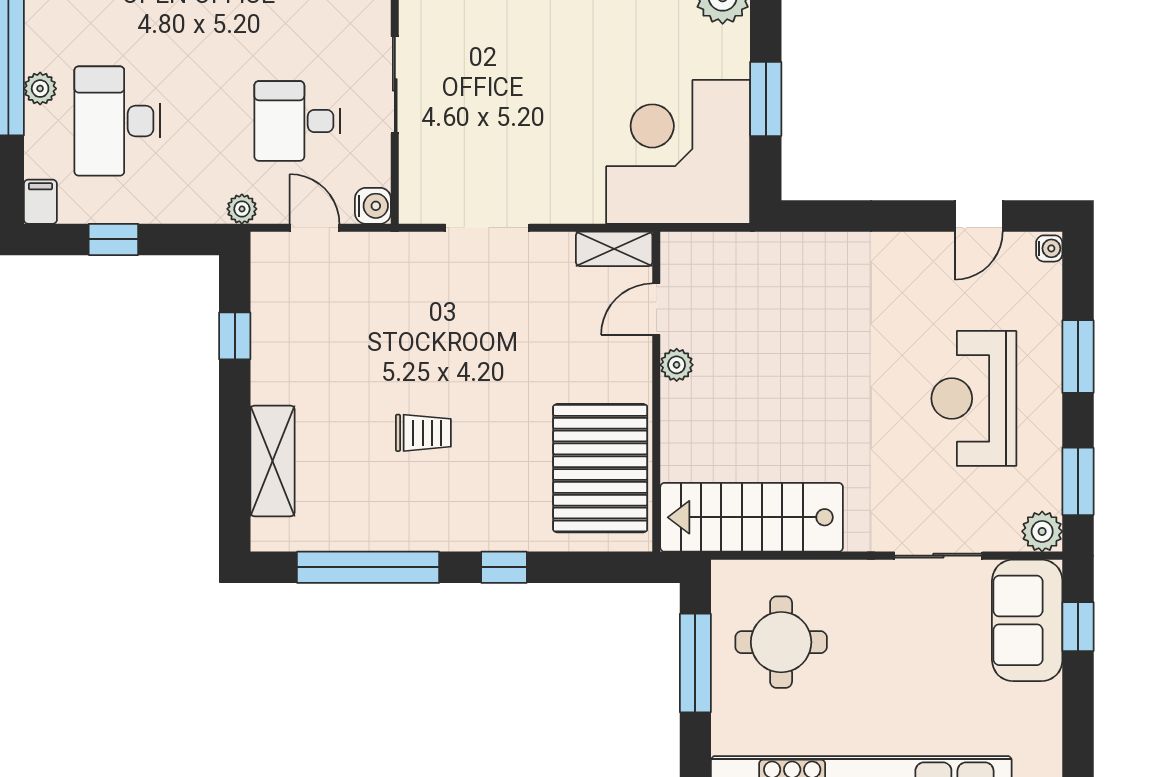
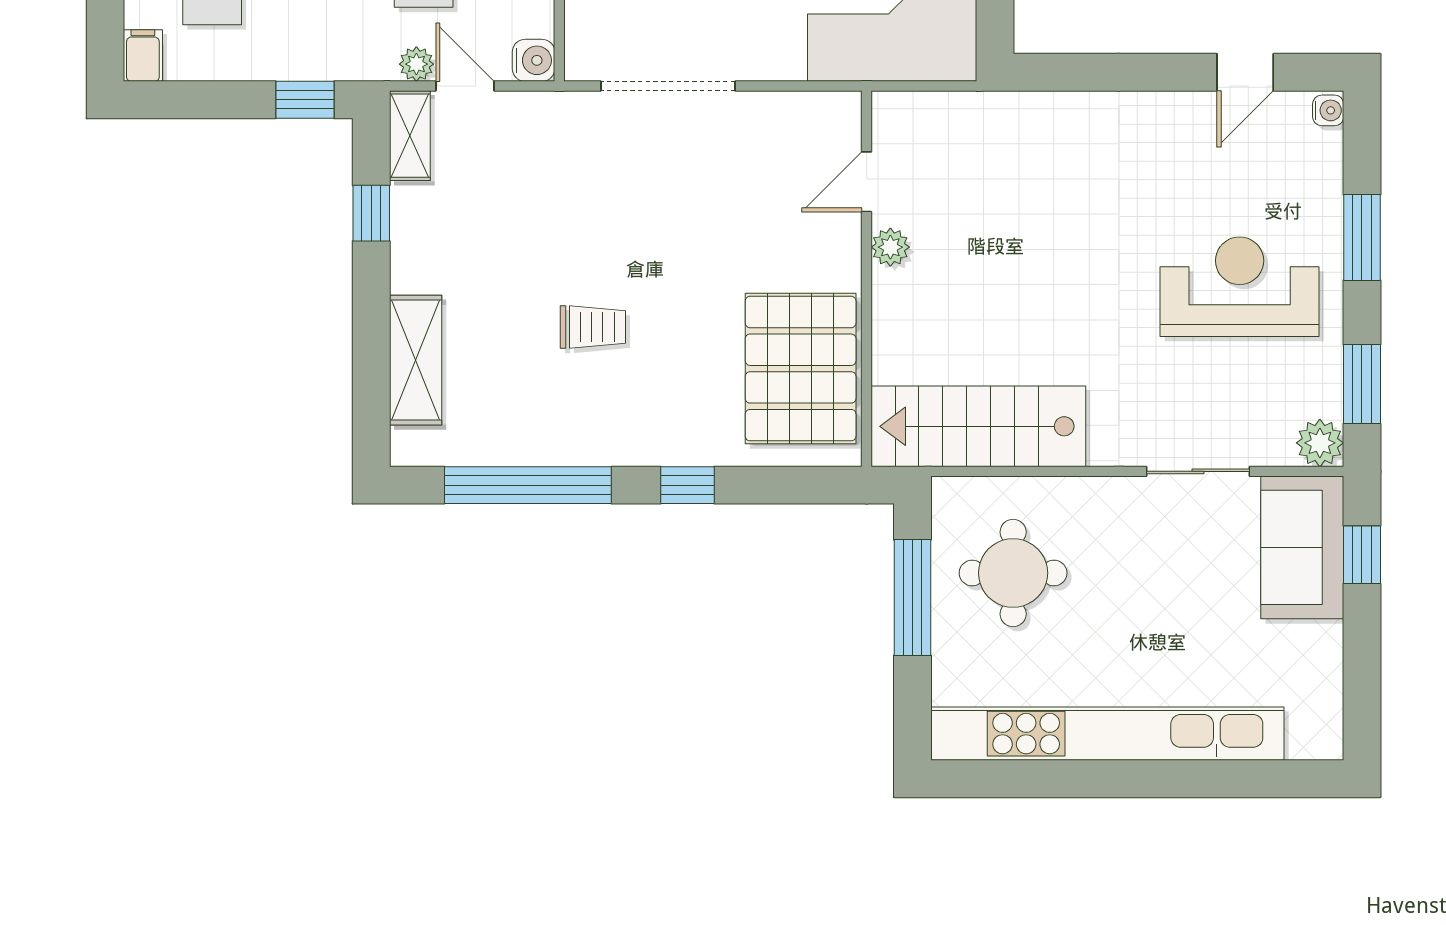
plant: (242, 209) -> (416, 64), moved
doorway: (487, 228) -> (668, 86), width x1.36
window: (113, 239) -> (305, 100), moved
shelving: (614, 249) -> (410, 136), moved, turned 90
reception desk: (974, 398) -> (1240, 287), turned 90

